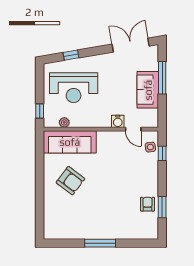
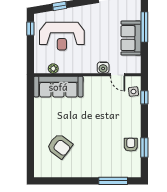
window: (40, 111) -> (30, 29), moved
armchair: (70, 181) -> (60, 146), moved
window: (100, 243) -> (113, 181), moved

